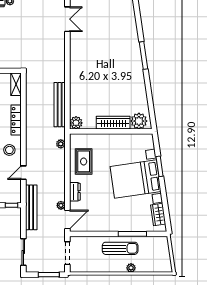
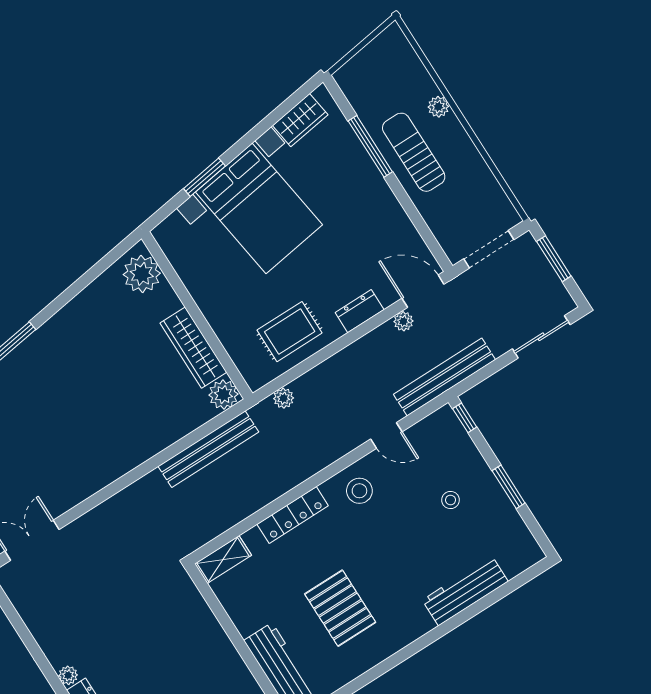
wardrobe: (113, 123) -> (193, 348), moved

